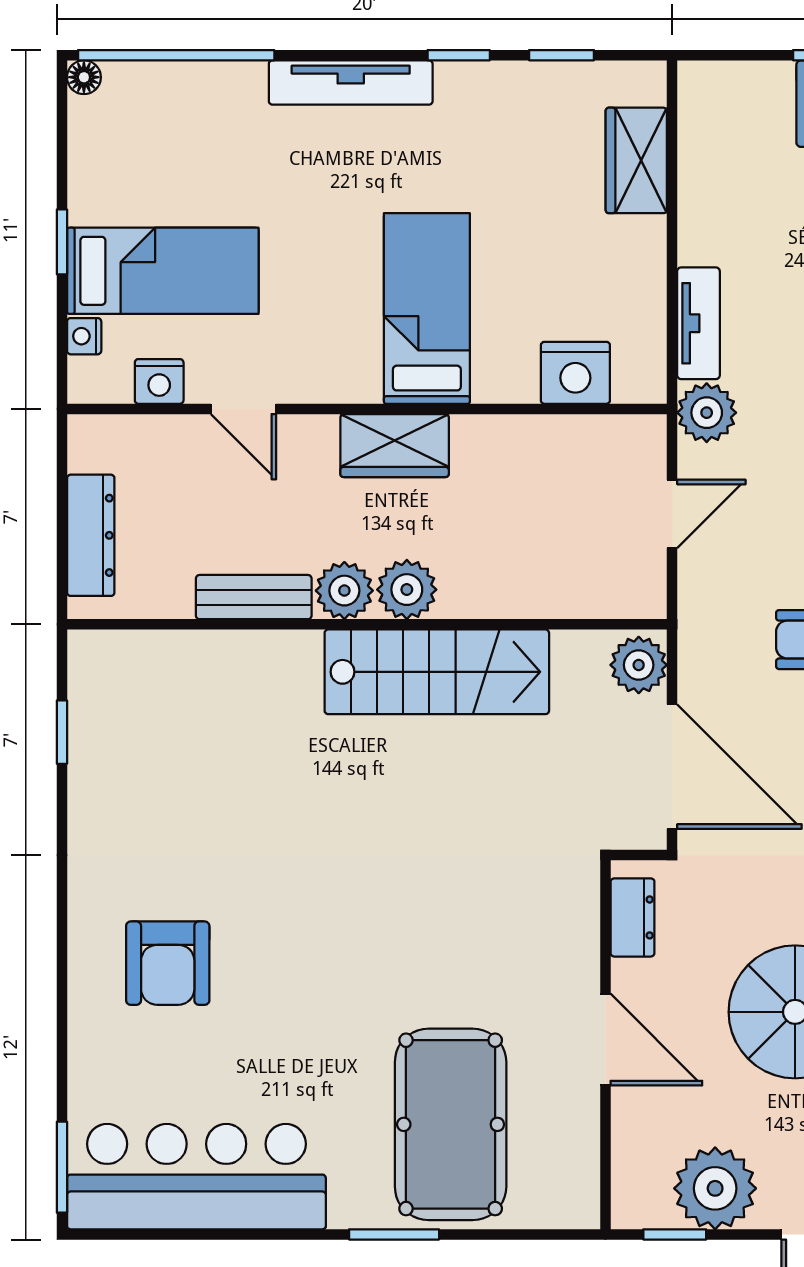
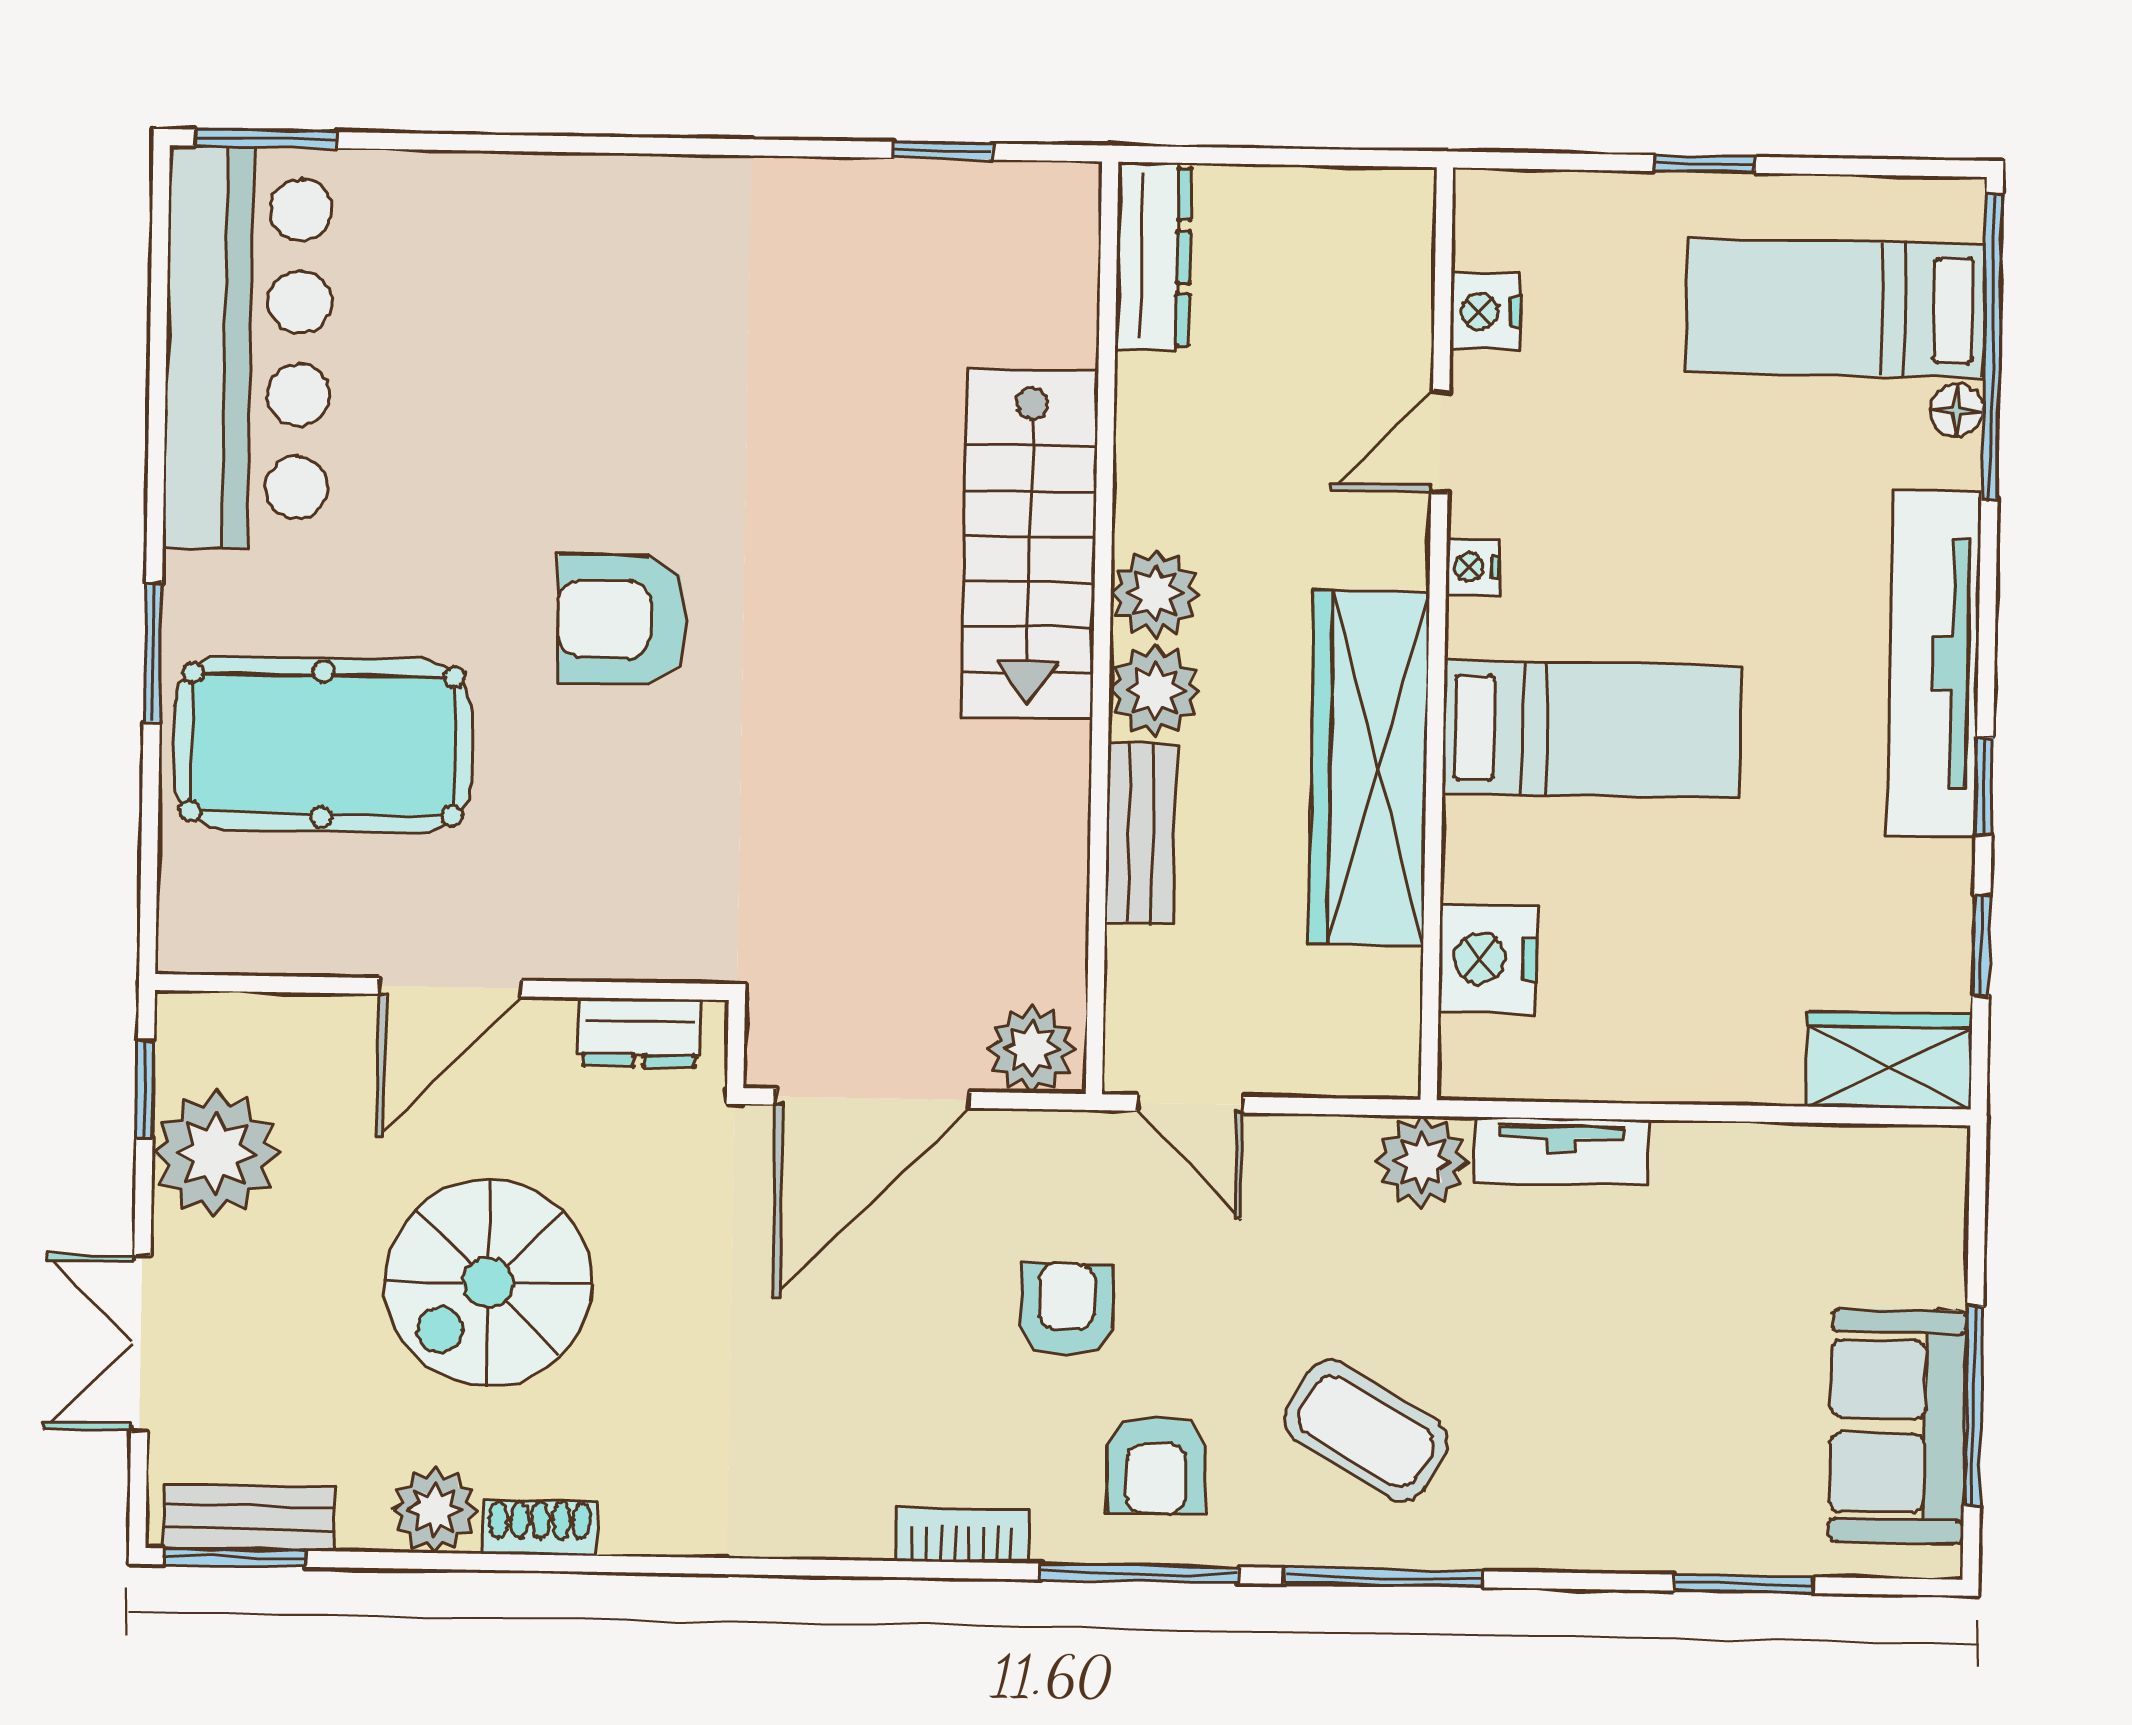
floor lamp: (84, 77) -> (1957, 410), moved
tv unit: (351, 82) -> (1934, 663), width x1.36, depth x1.29
wardrobe: (636, 160) -> (1890, 1060), moved
bed: (163, 271) -> (1836, 308), moved, turned 90
nightstand: (84, 336) -> (1473, 567), moved, turned -90
wardrobe: (395, 446) -> (1369, 768), width x2.10, depth x1.17
door: (672, 514) -> (1190, 1104), moved
dresser: (91, 535) -> (1153, 257), moved, turned -90
bench: (254, 597) -> (1141, 833), moved
stairs: (437, 672) -> (1030, 543), moved
armchair: (168, 963) -> (622, 619), moved

